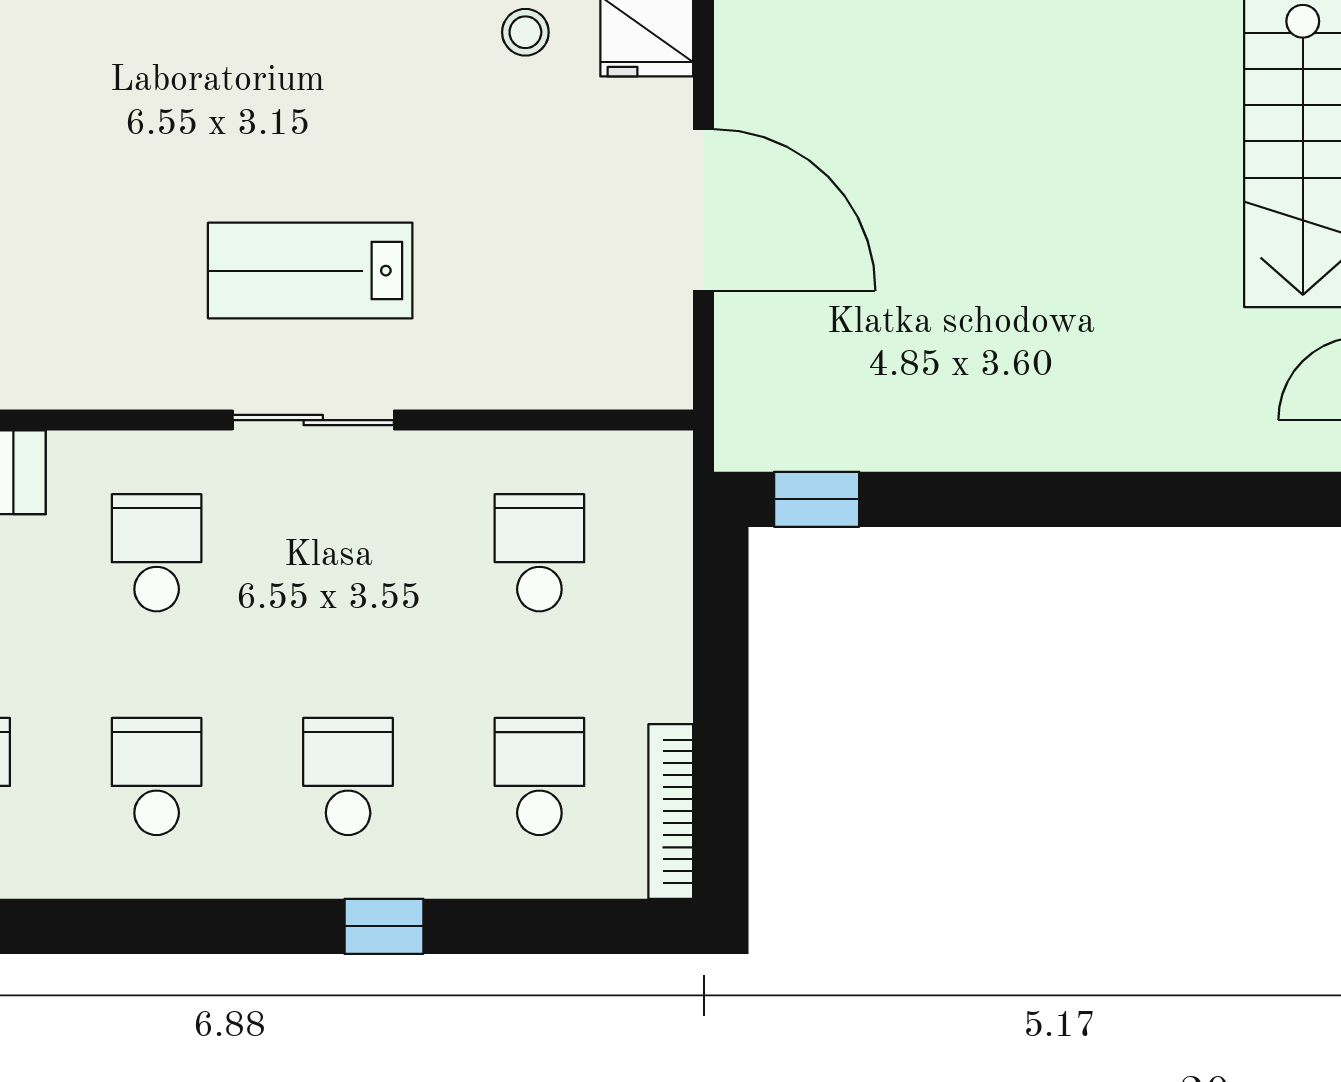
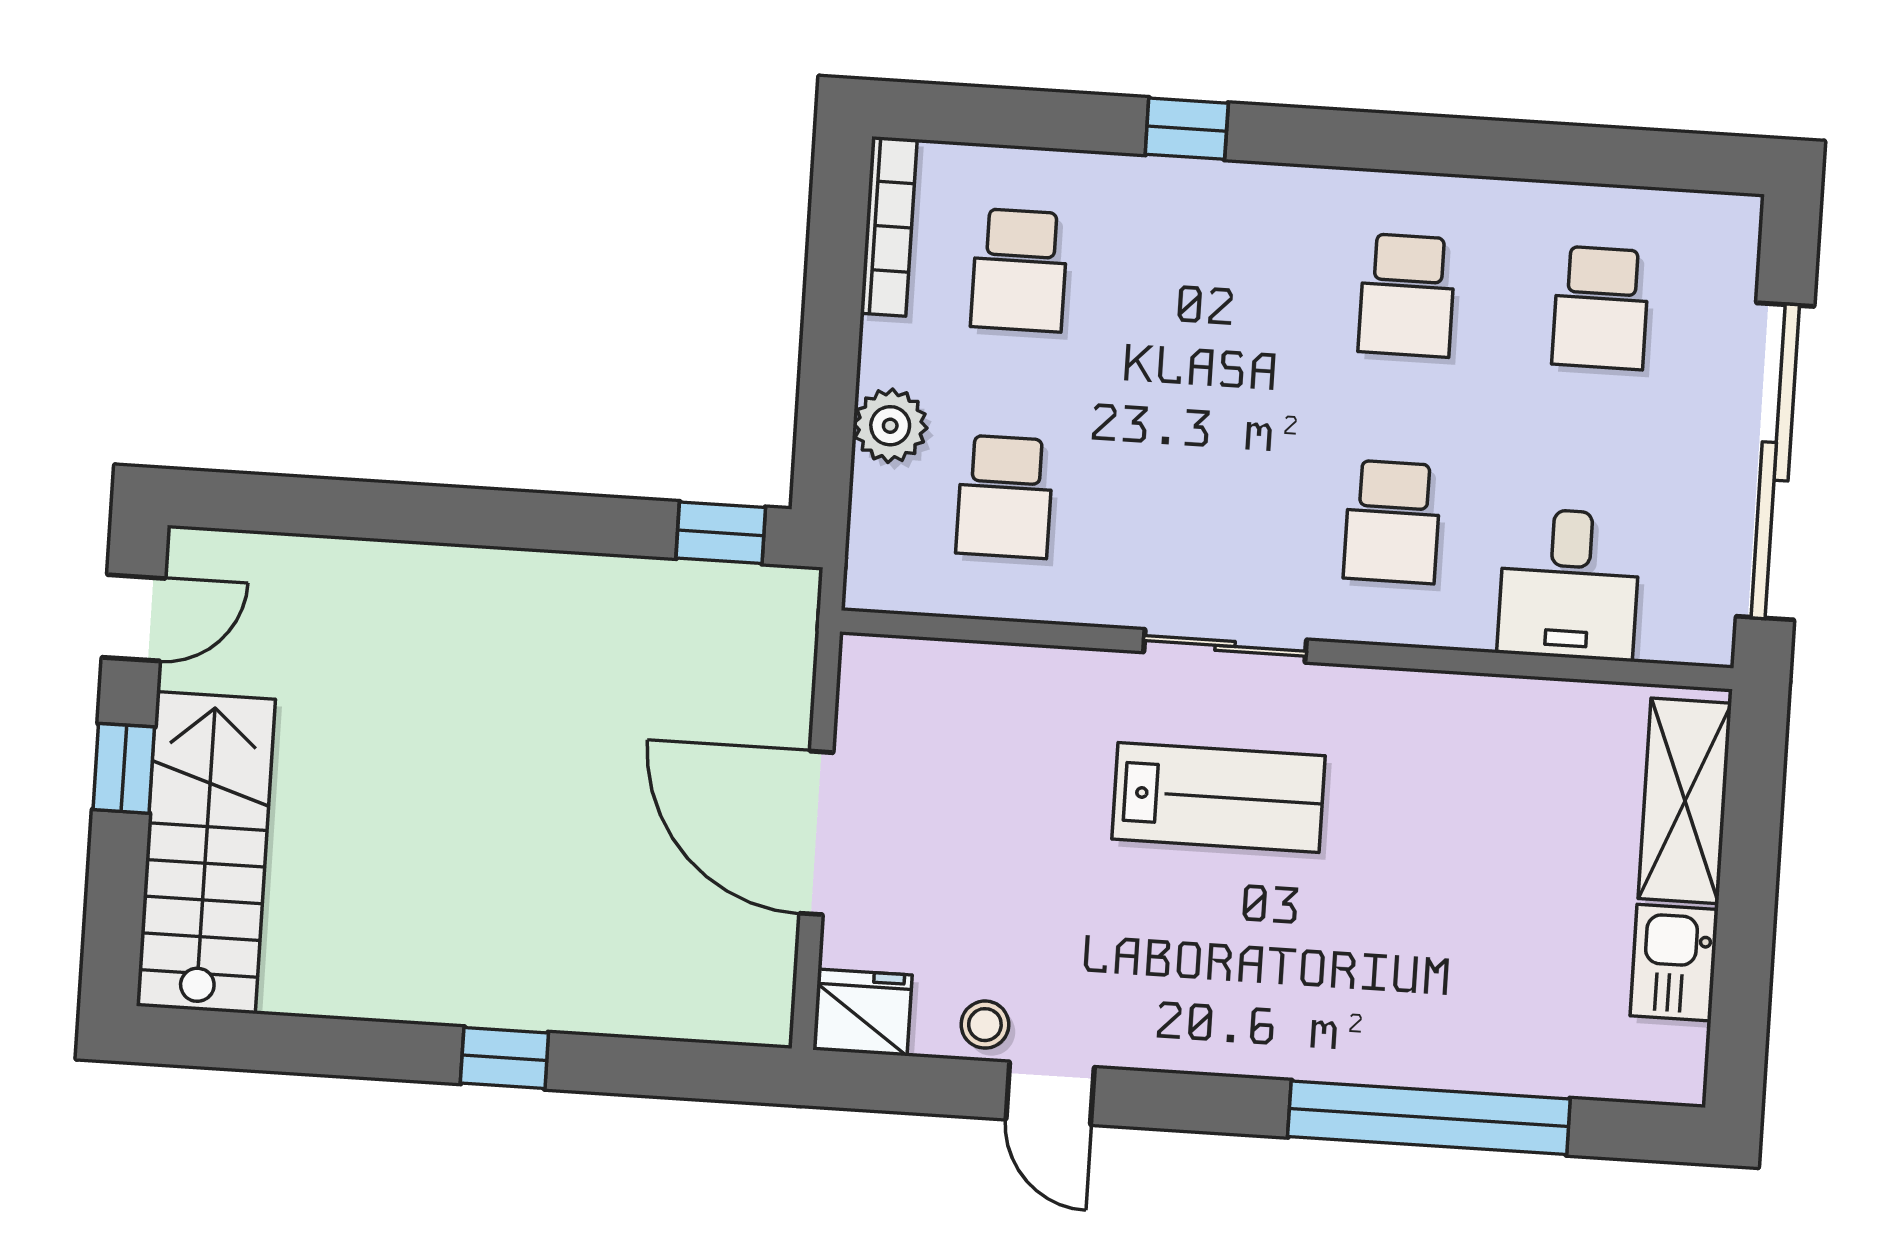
plant: (657, 615) -> (890, 426), added
school desk: (348, 777) -> (1213, 283), removed

